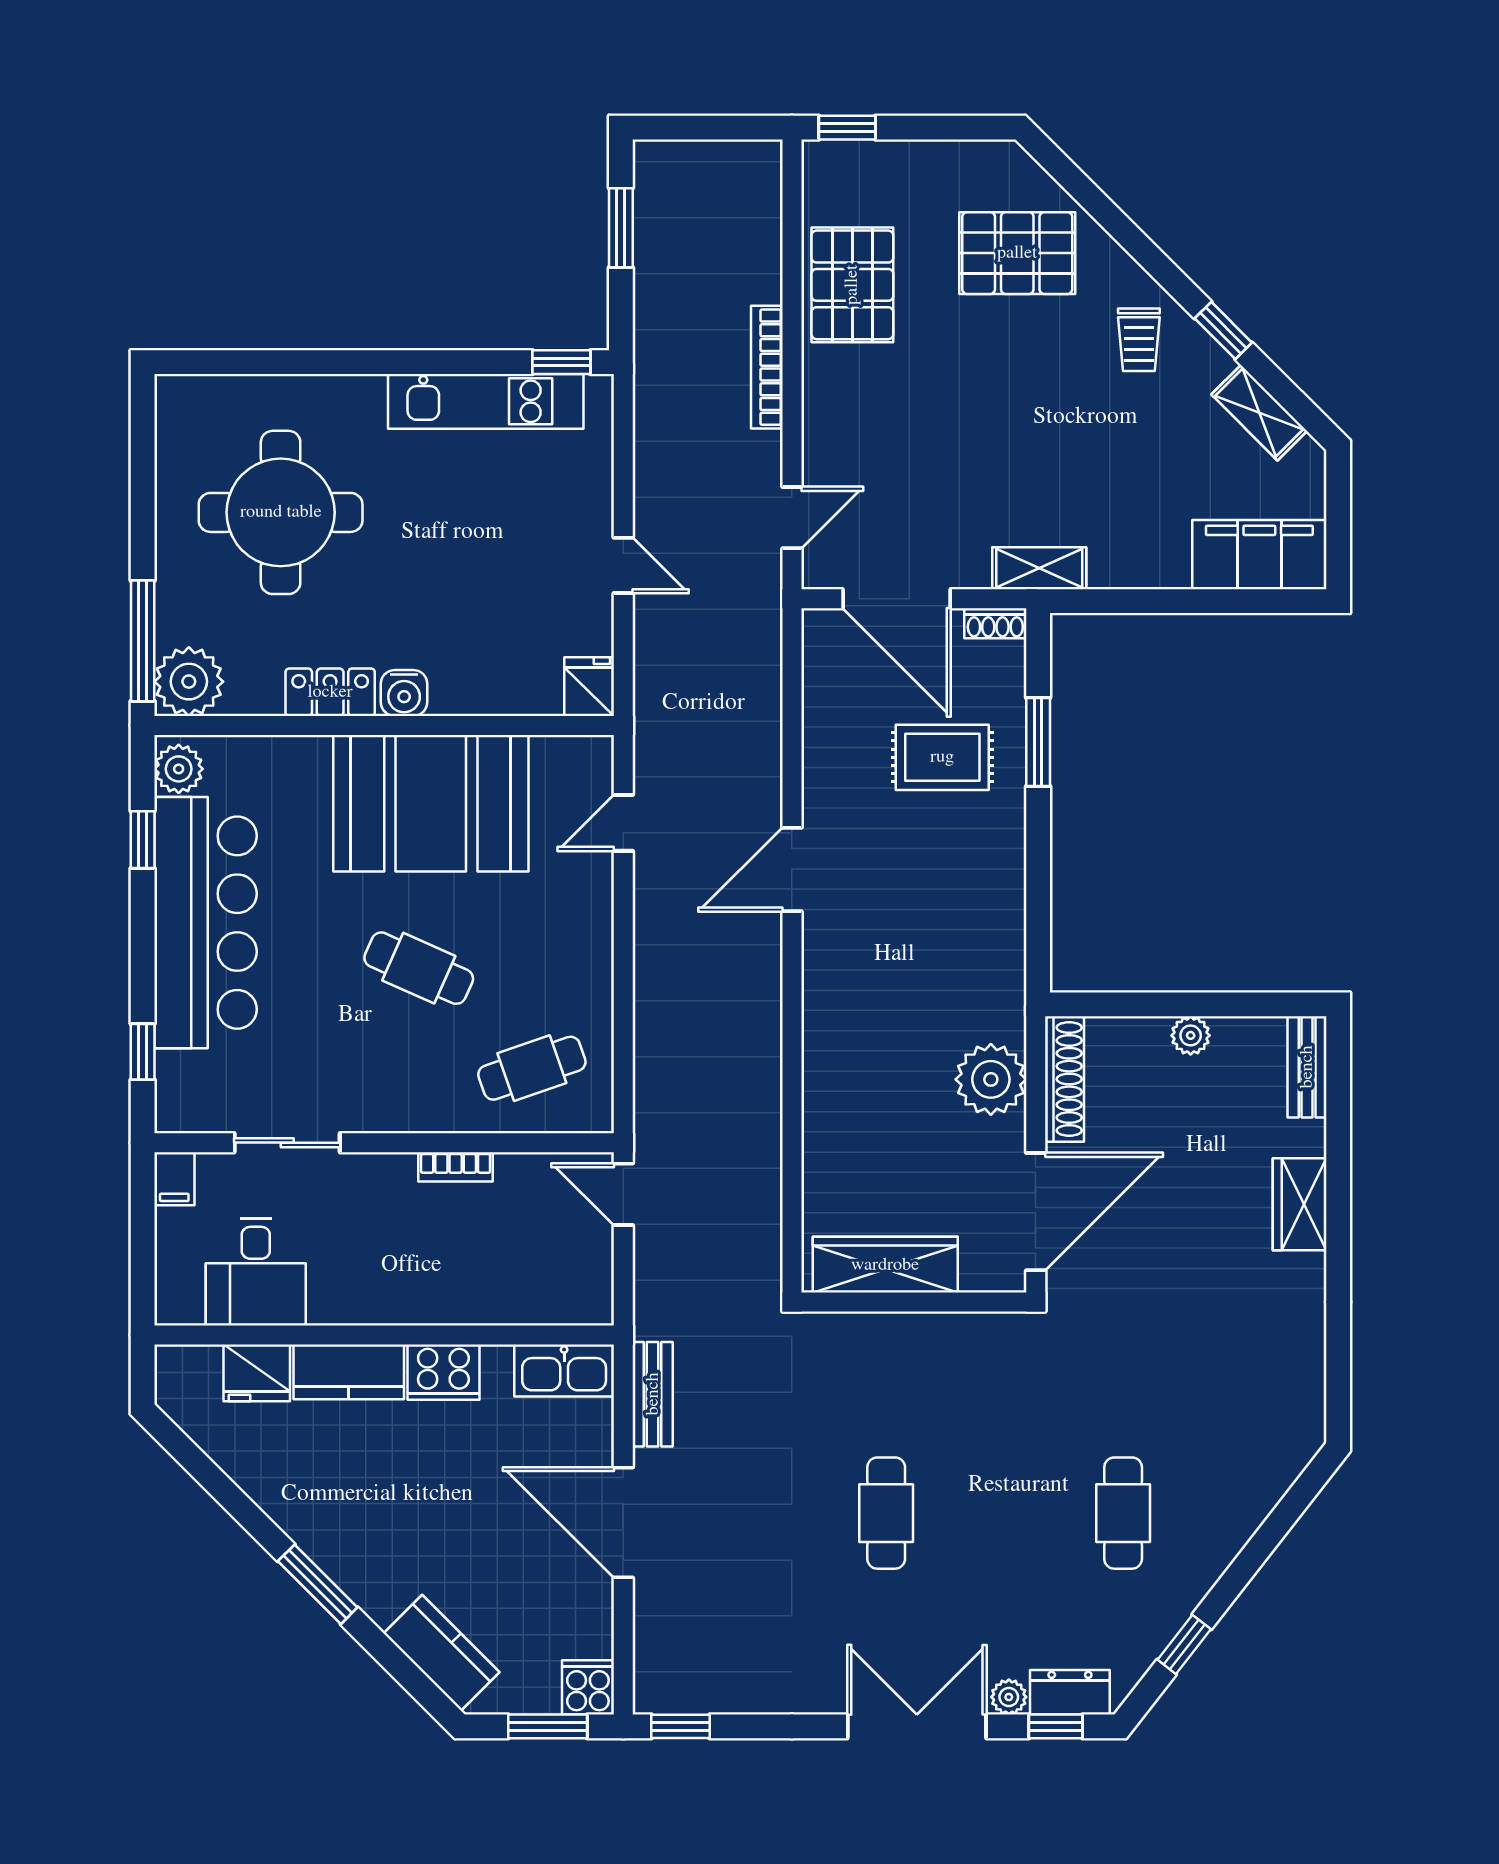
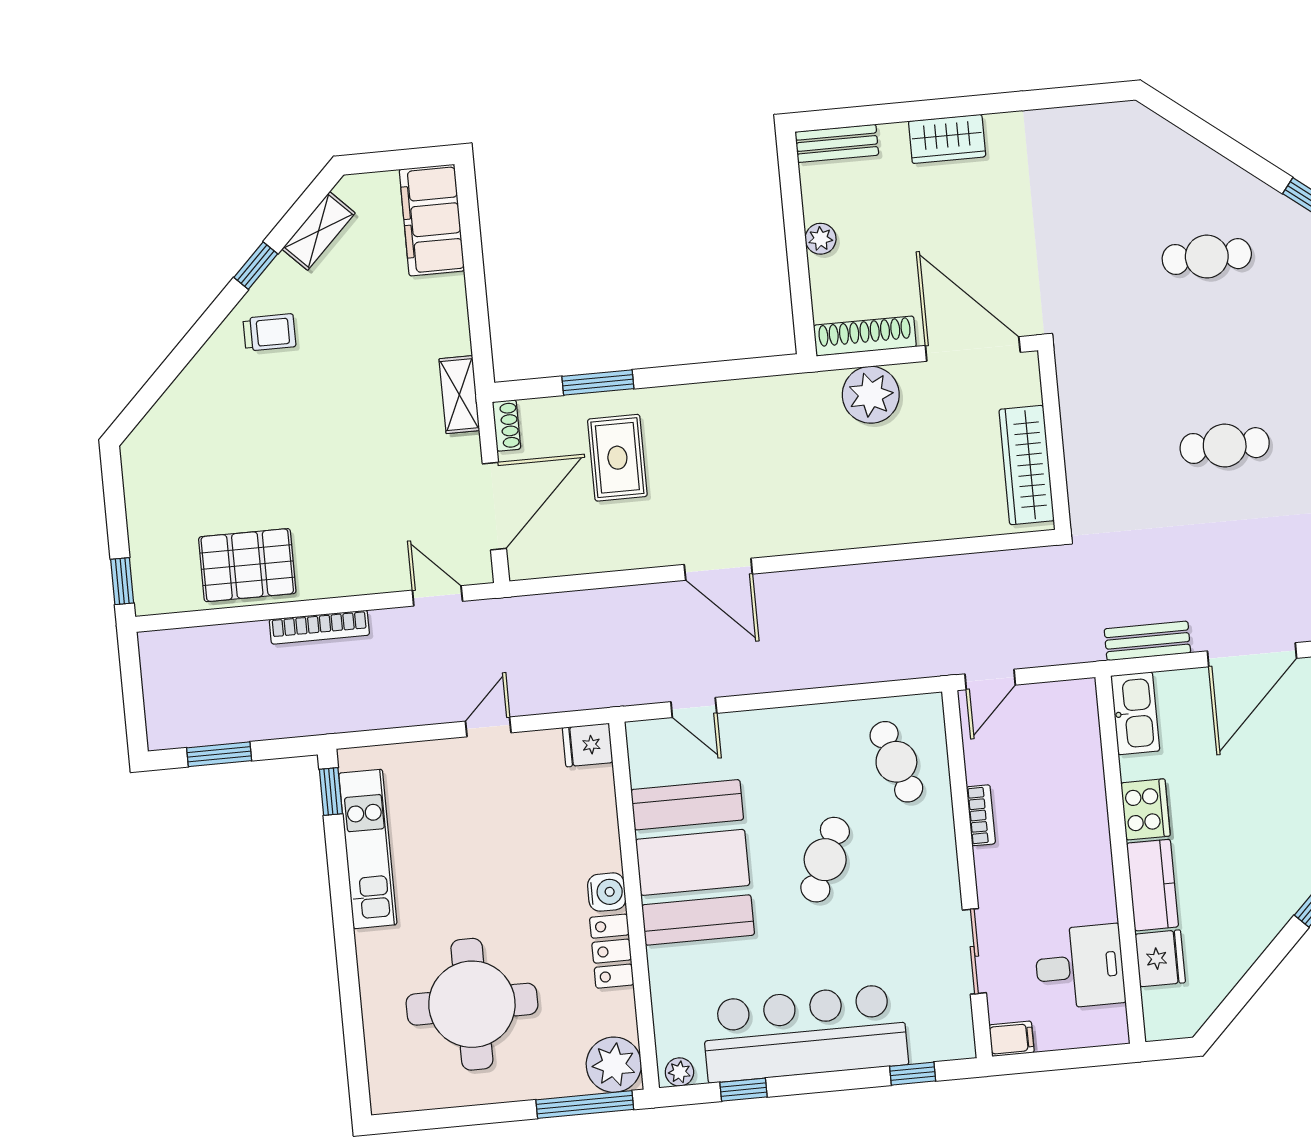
pallet: (1017, 253) -> (209, 436), removed
plant: (179, 769) -> (679, 1072), width x0.73, depth x0.73

